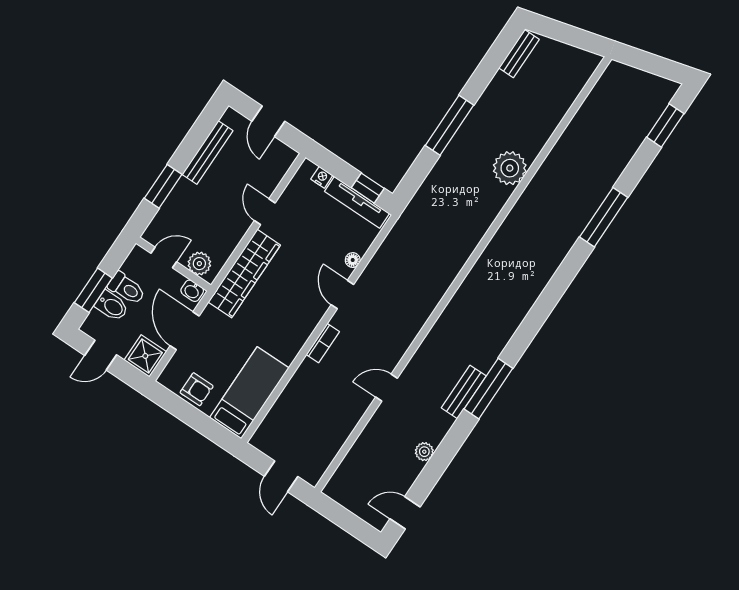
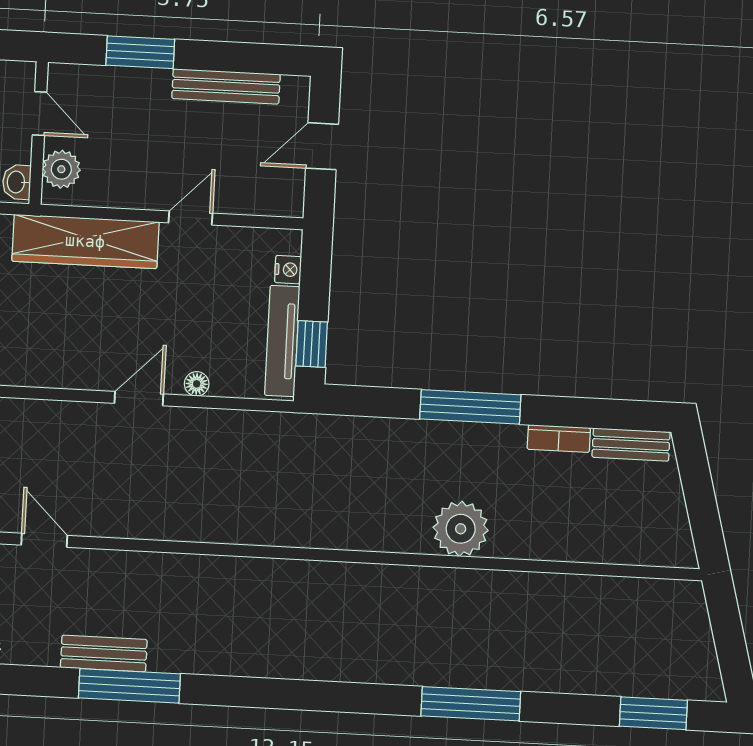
bookcase: (323, 343) -> (559, 439), moved

